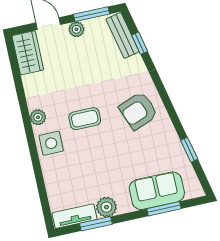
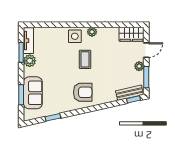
window: (140, 43) -> (134, 99), moved
armchair: (138, 111) -> (83, 92), turned 111

